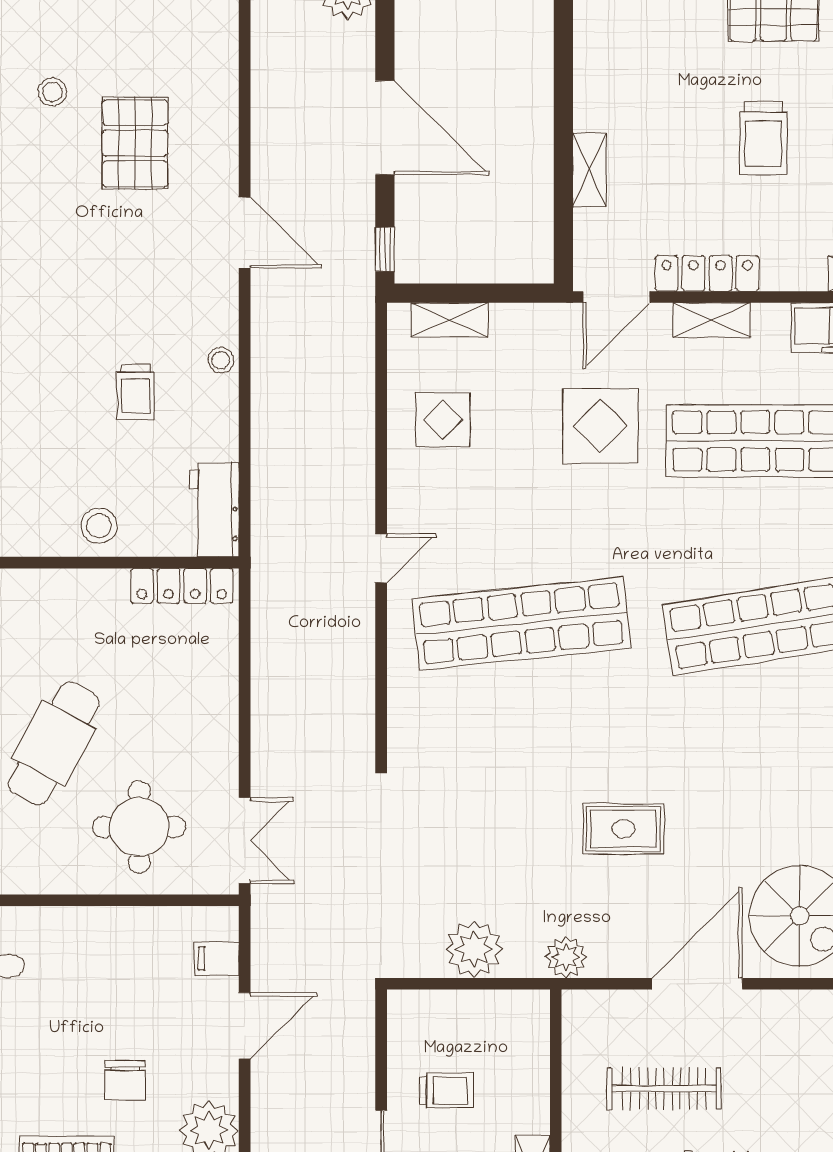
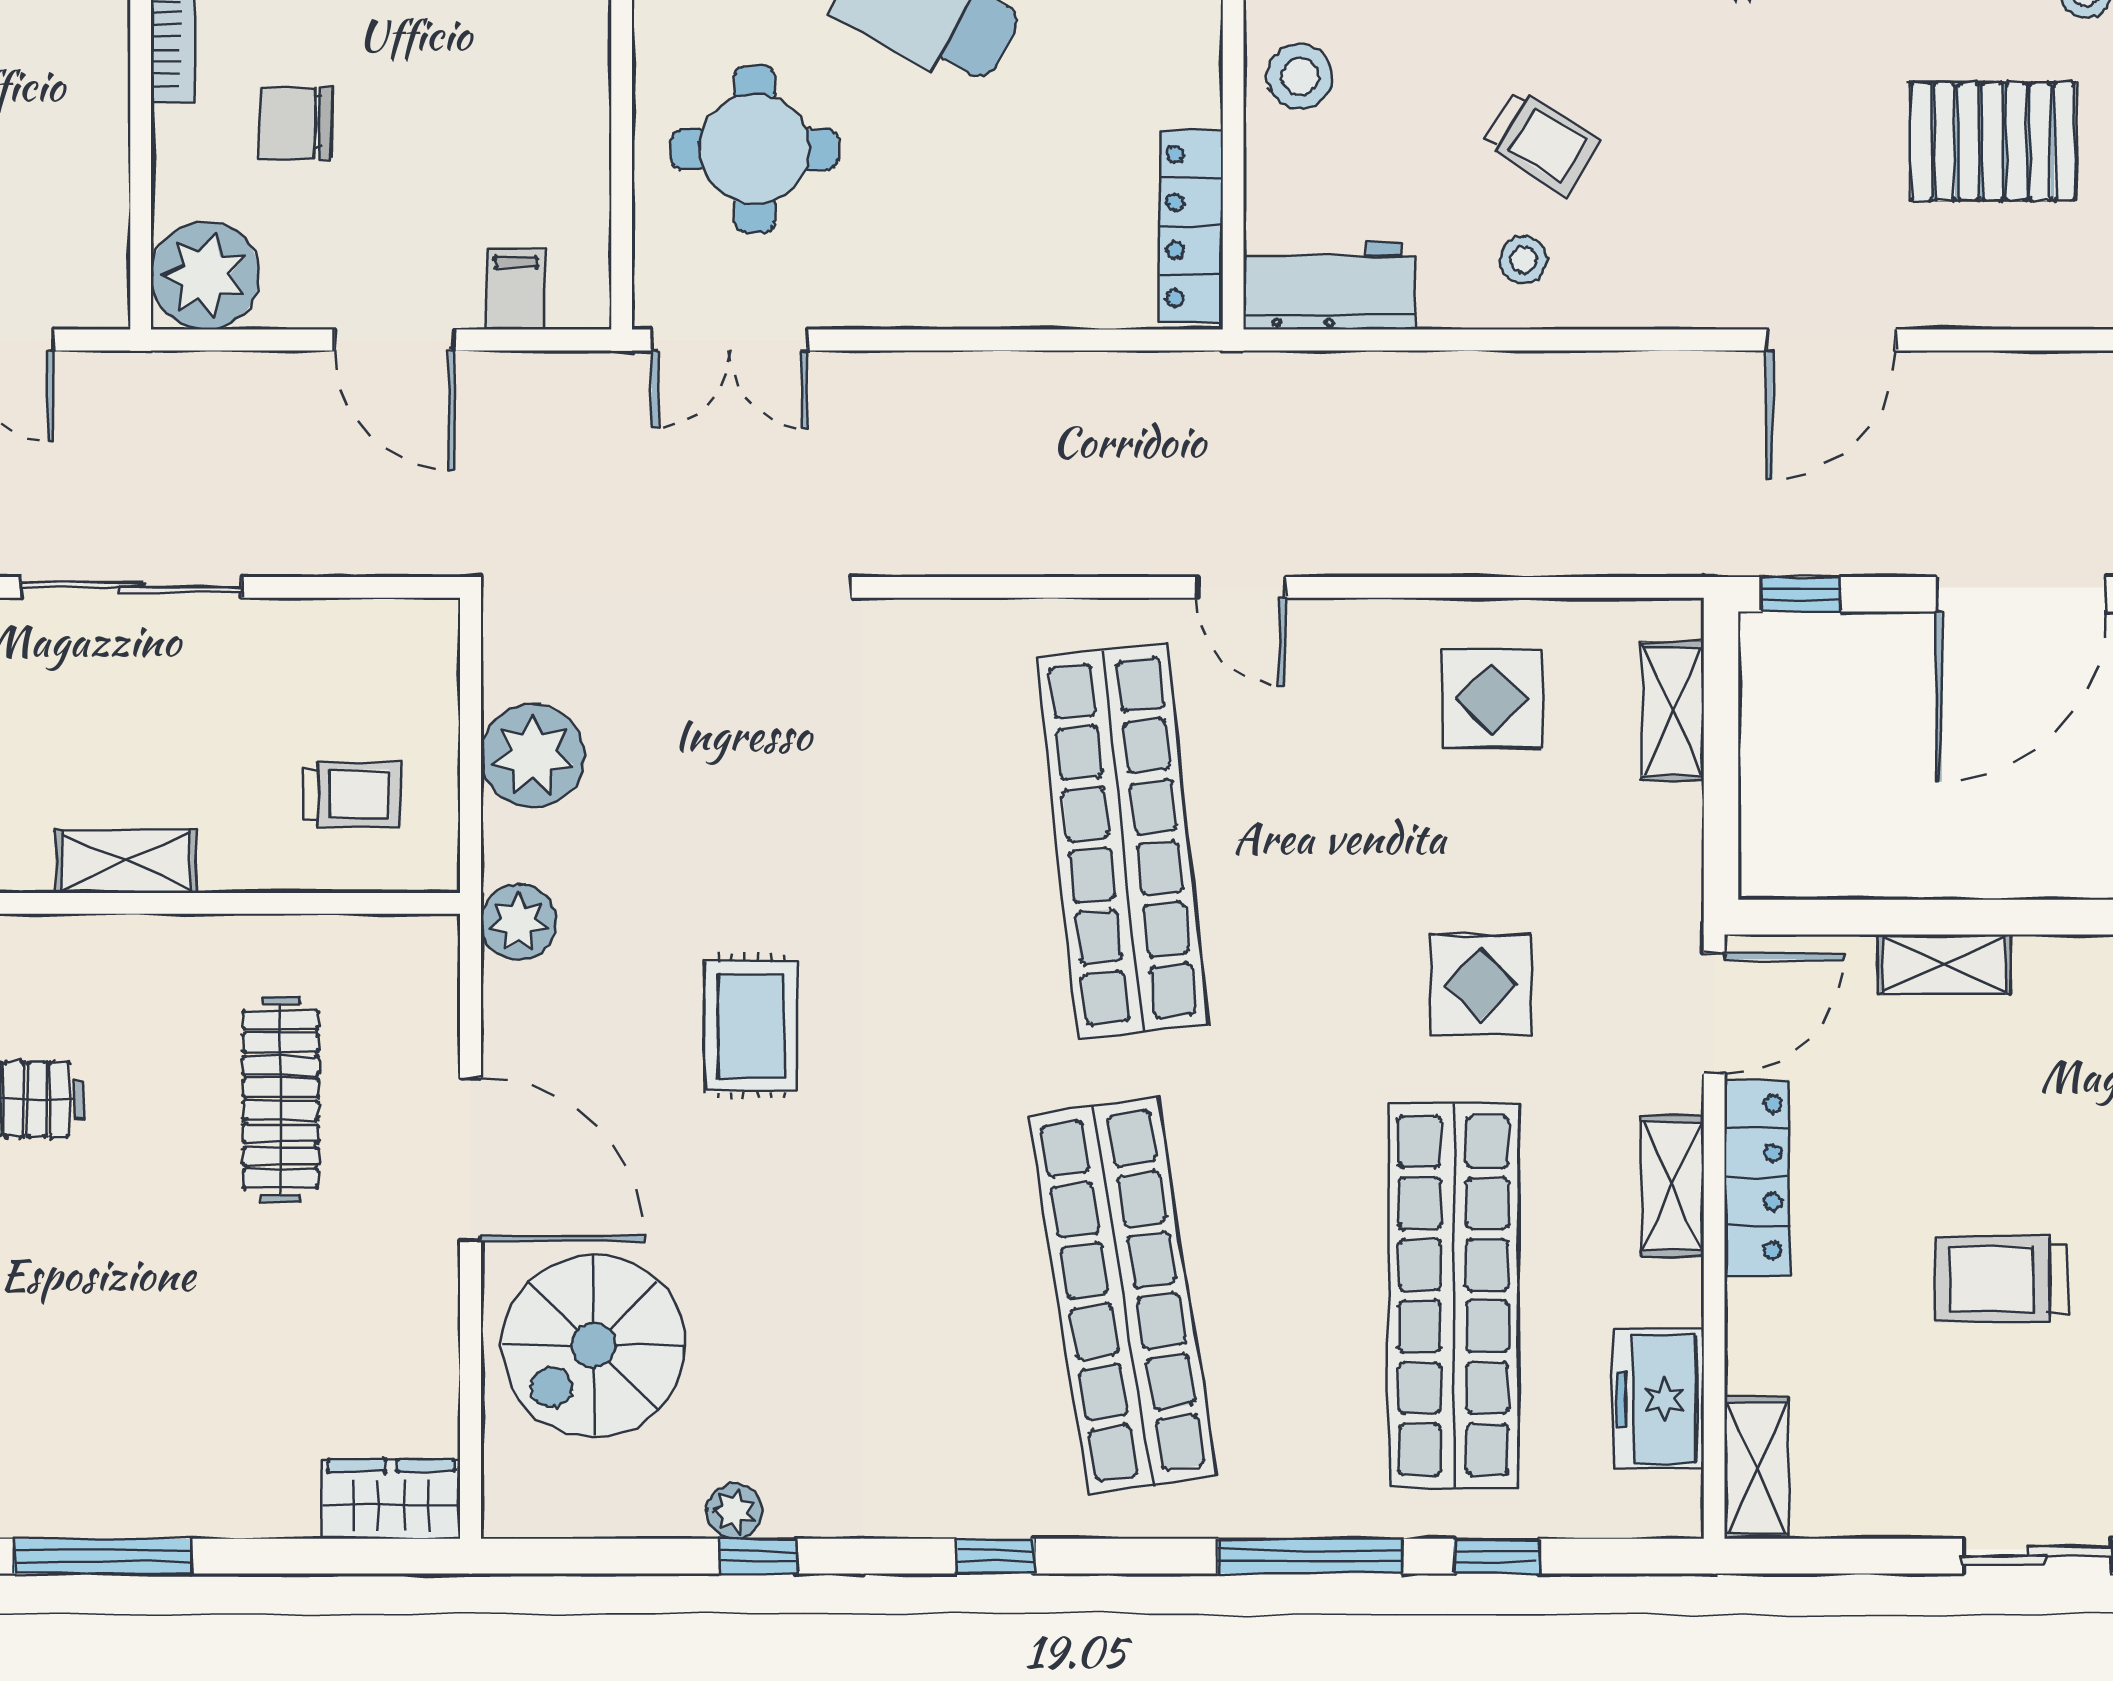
door: (616, 297) -> (1714, 1013), swing flipped
stool: (221, 360) -> (1523, 260), moved
trolley: (135, 392) -> (1542, 142), turned -148
display table: (600, 426) -> (1480, 984), width x0.73, depth x0.73
trolley: (446, 1091) -> (352, 794), moved, turned -90

